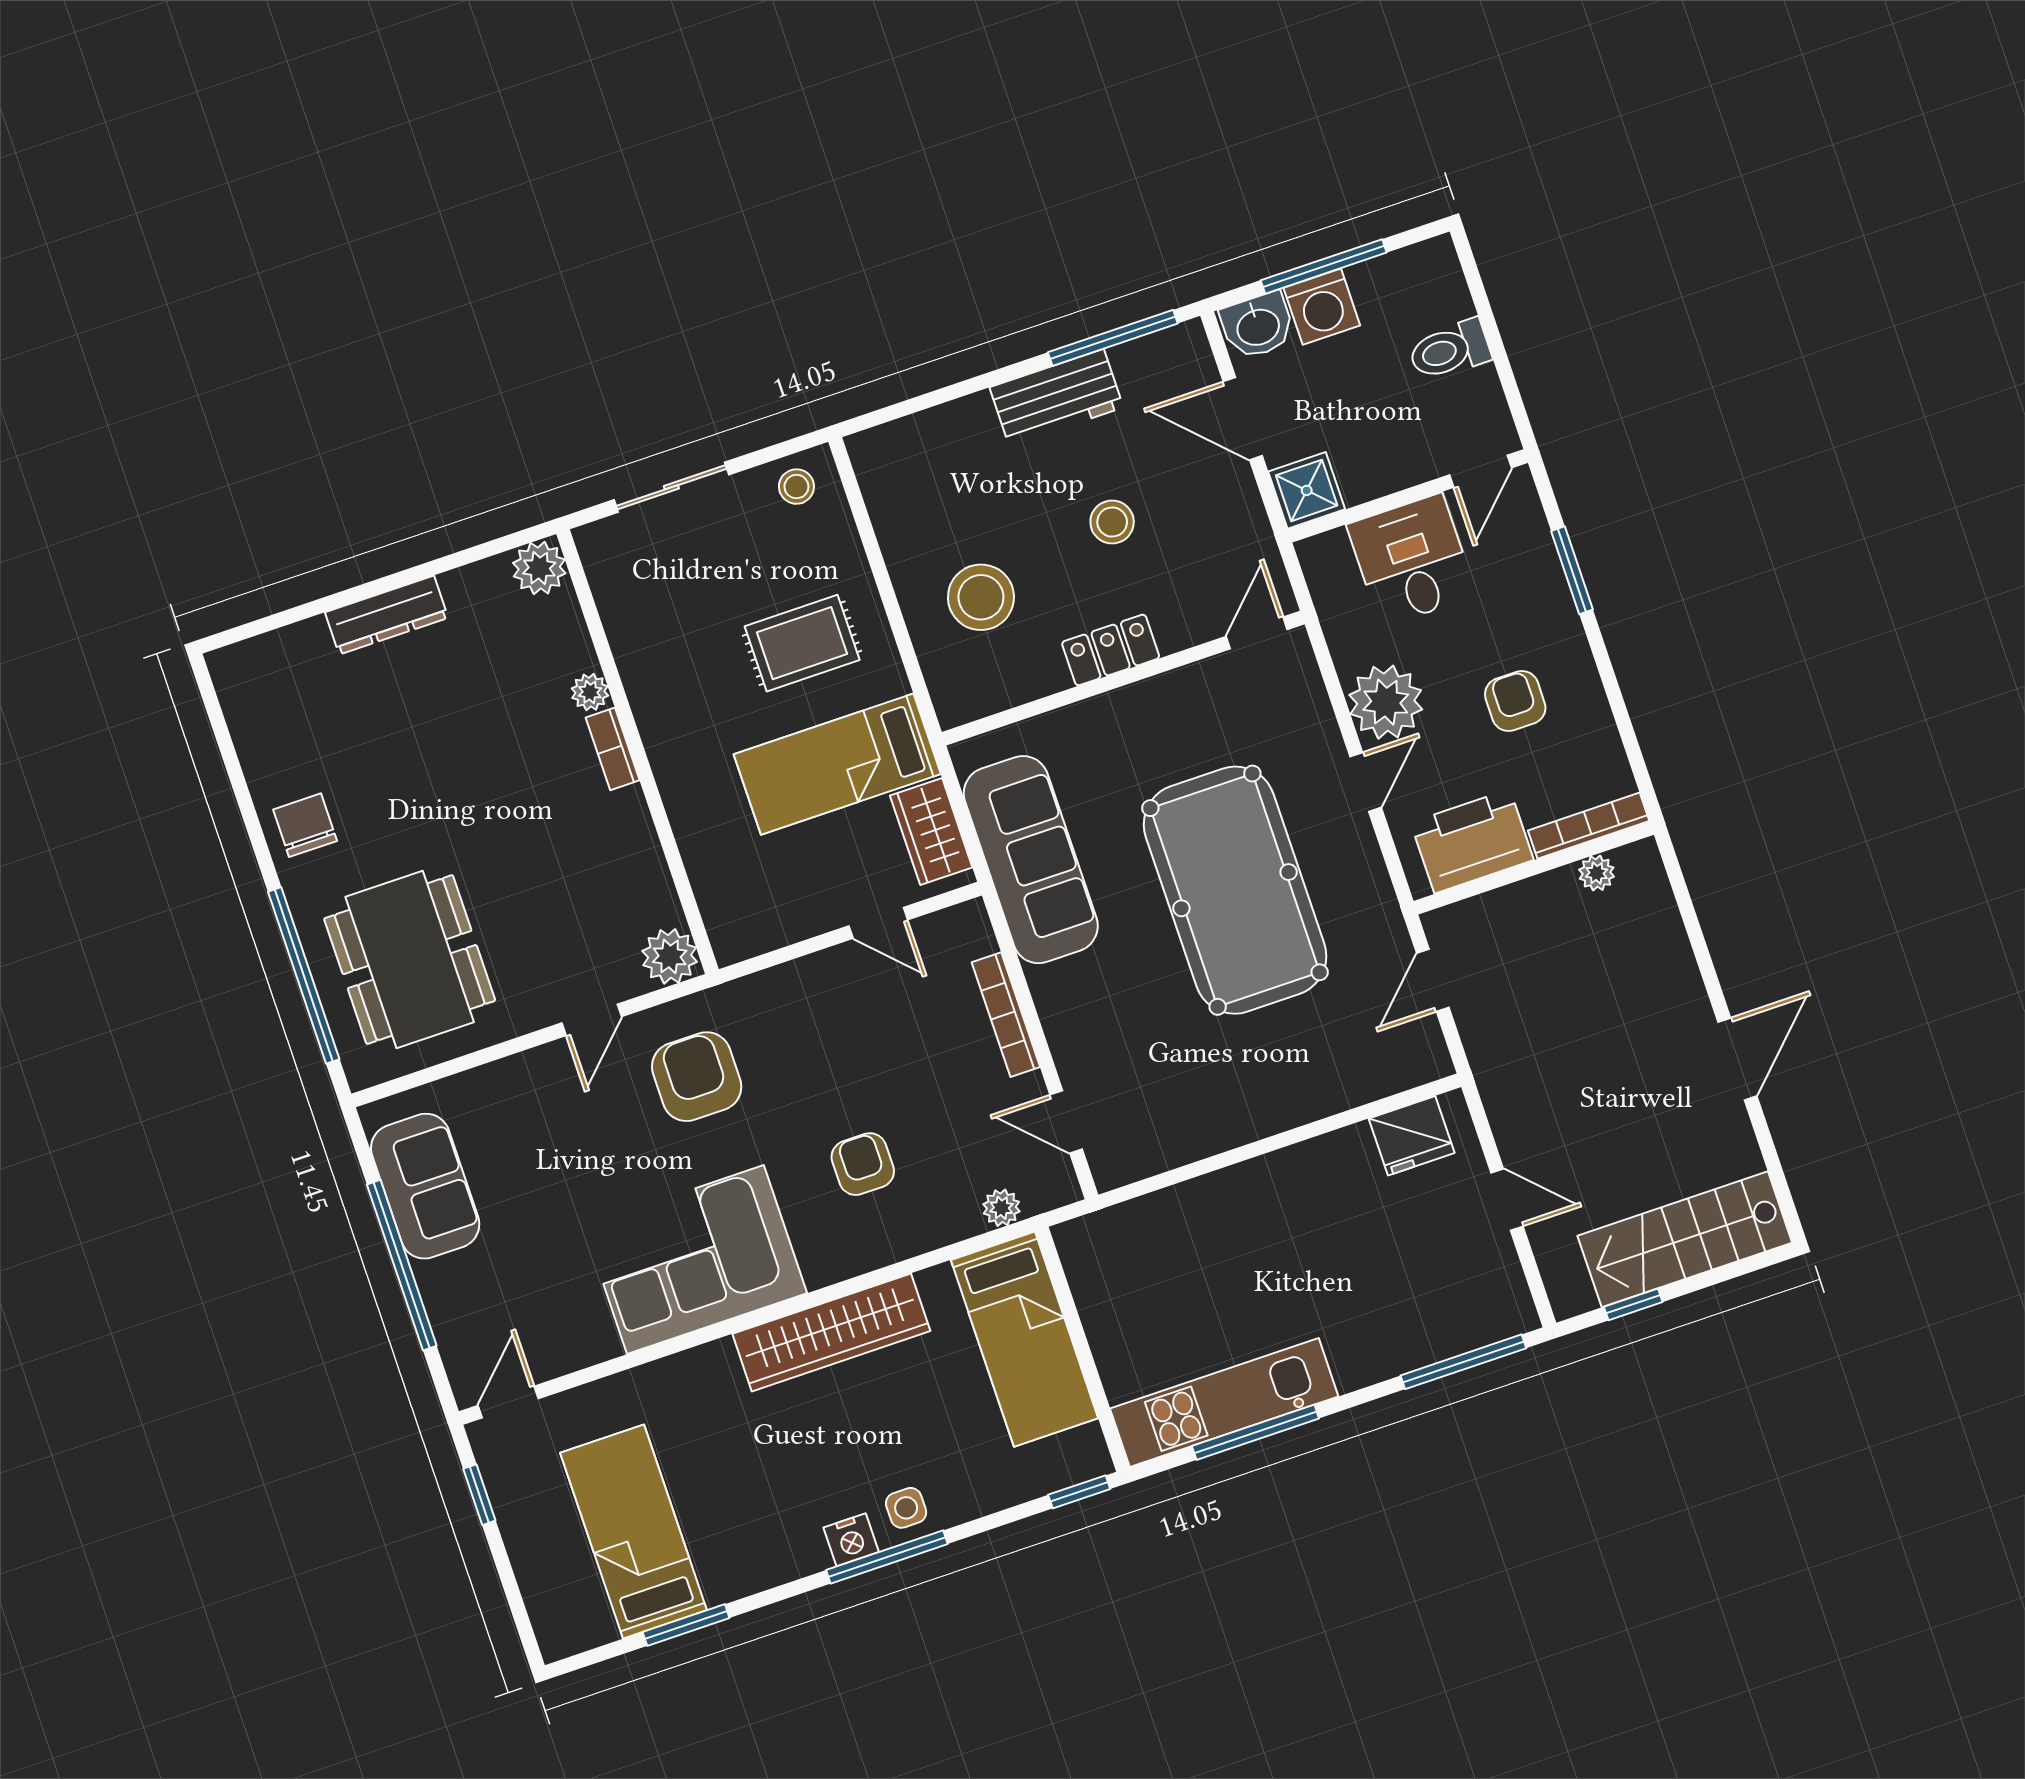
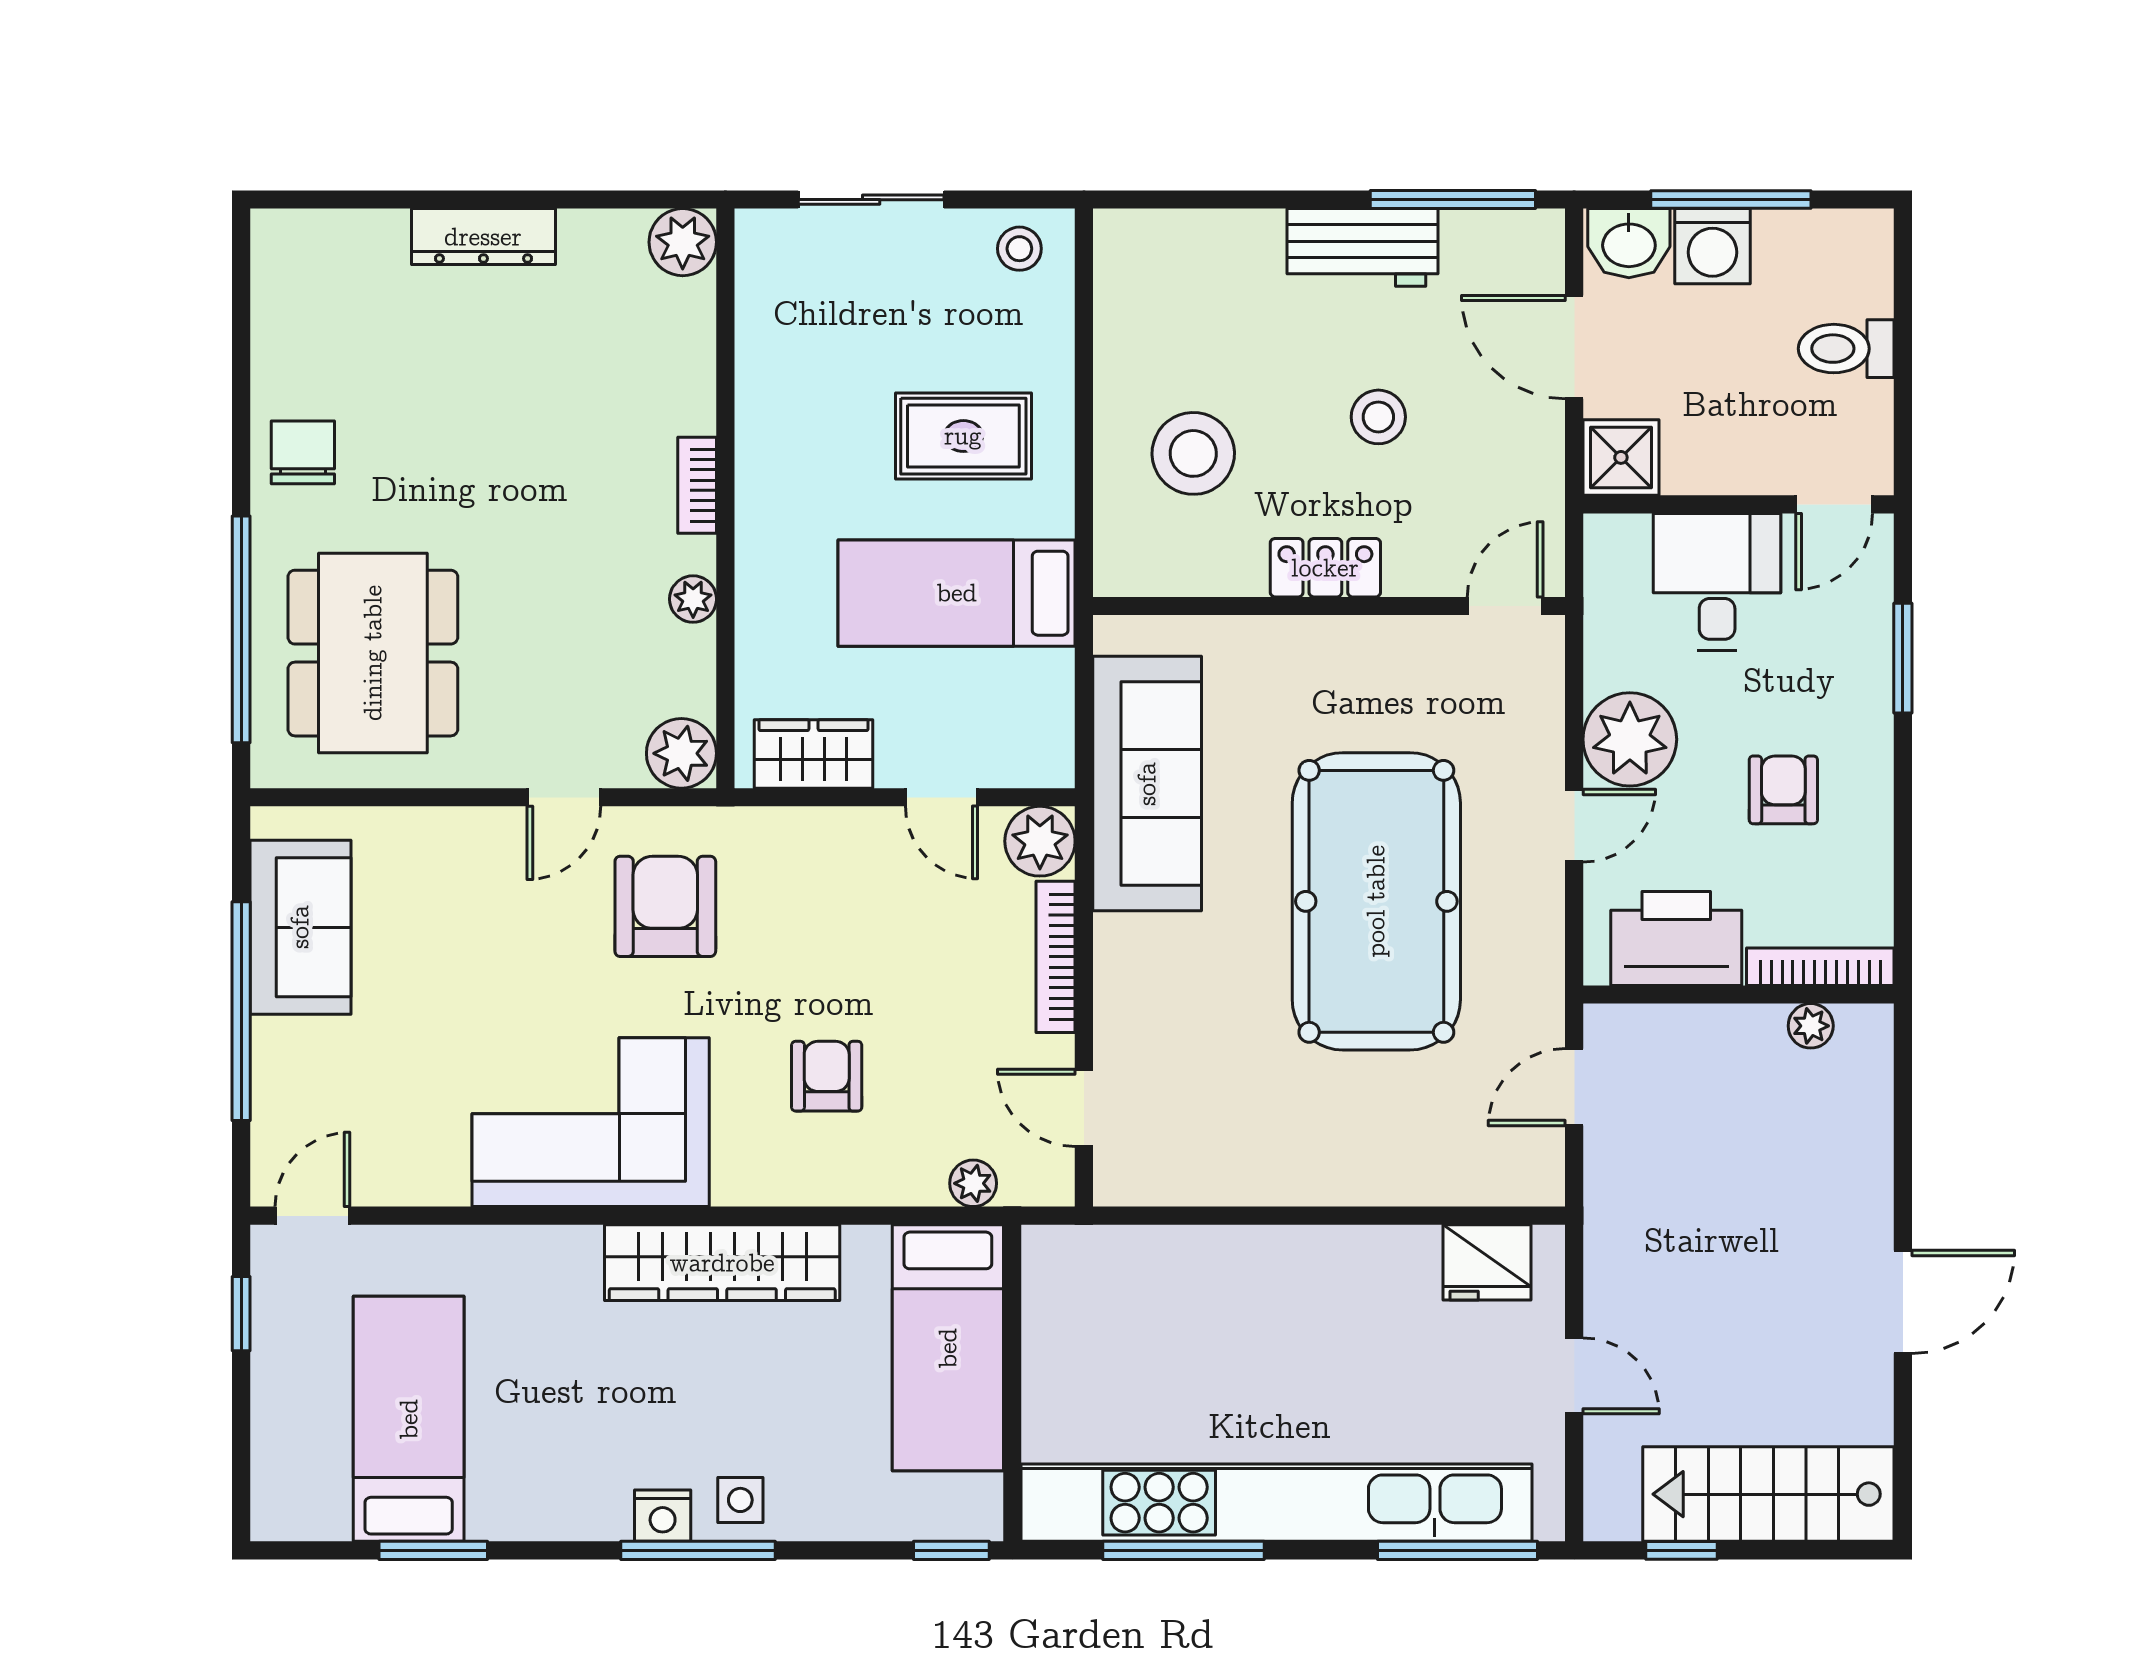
plant: (590, 692) -> (693, 599), moved
wardrobe: (931, 832) -> (814, 754), moved, turned 90
plant: (964, 931) -> (1040, 841), added
kitchen unit: (1224, 1402) -> (1277, 1503), width x1.86

